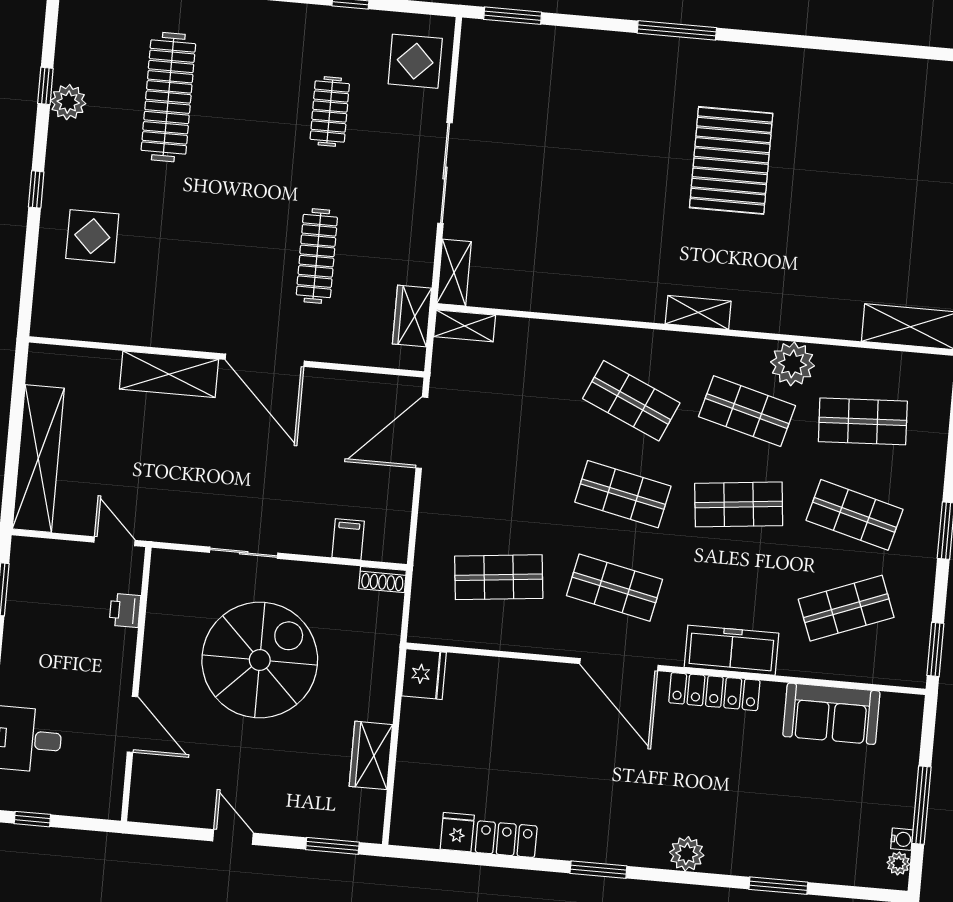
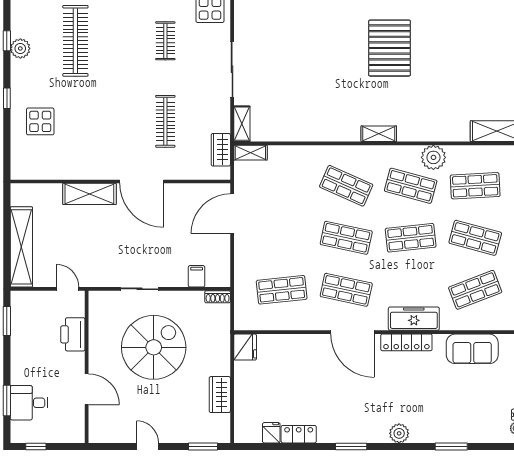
printer: (125, 610) -> (73, 334), width x1.87, depth x1.48

